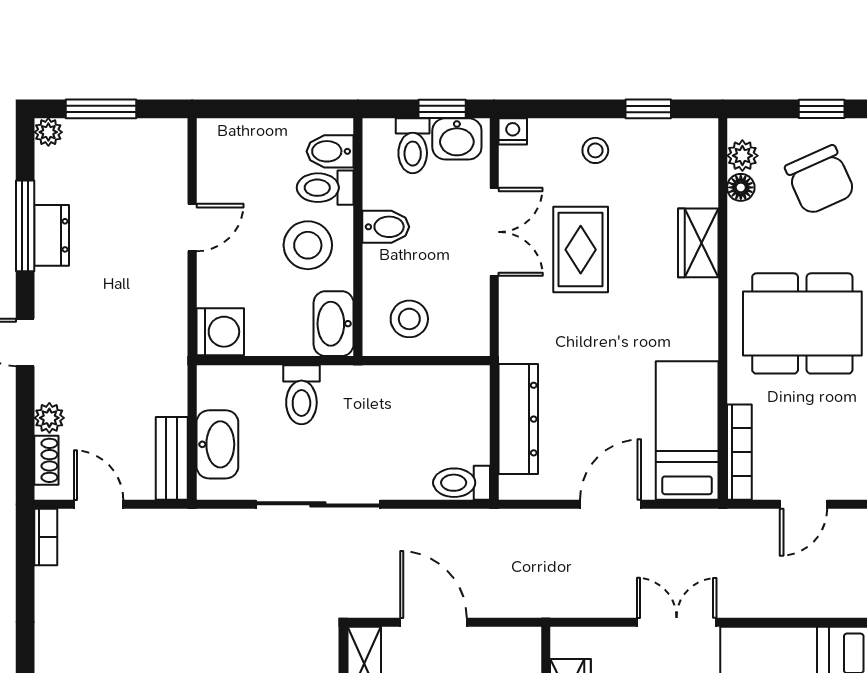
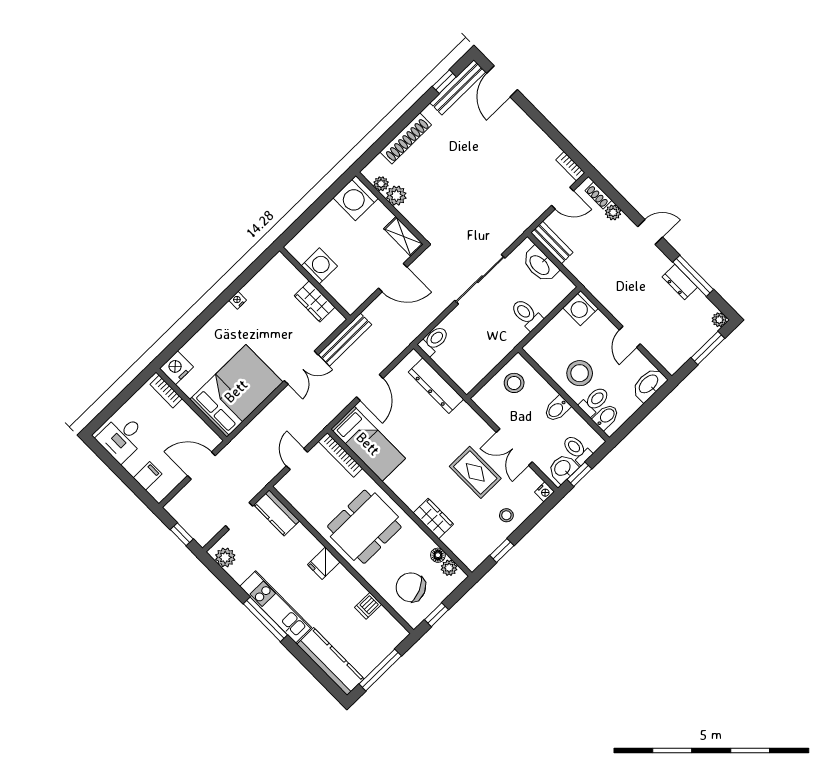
washbasin: (334, 324) -> (649, 384), moved, turned -90
bench: (580, 602) -> (345, 339), added

